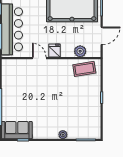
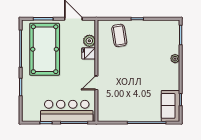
fridge: (54, 50) -> (89, 53), moved
coffee table: (84, 69) -> (119, 35), moved

